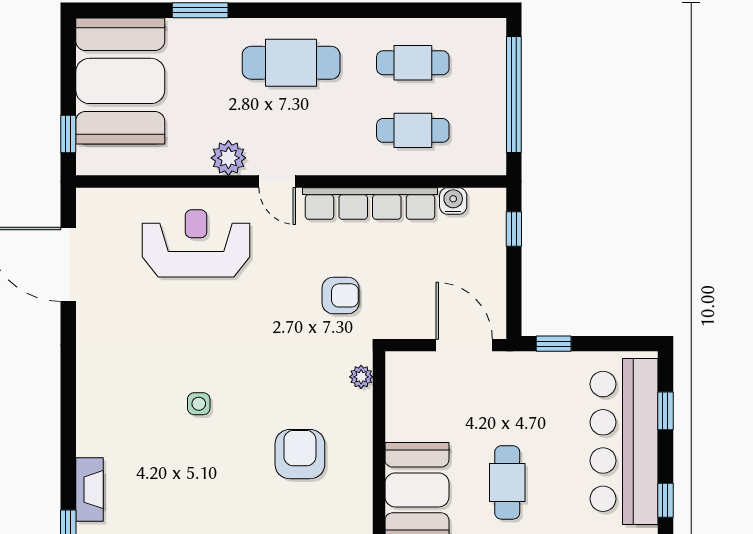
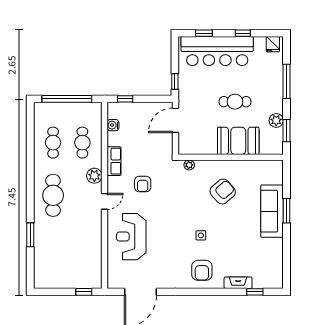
booth: (120, 81) -> (61, 269), removed
plant: (228, 158) -> (94, 176), moved
row of seats: (370, 203) -> (114, 161), width x0.50
armchair: (341, 295) -> (143, 184), moved, turned 180
armchair: (118, 406) -> (202, 270), added
armchair: (300, 454) -> (223, 192), turned 139

